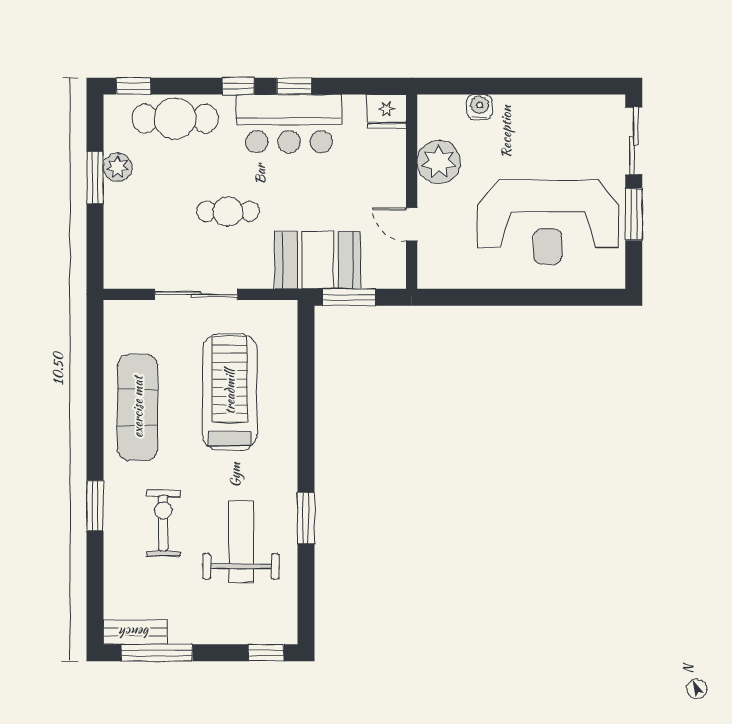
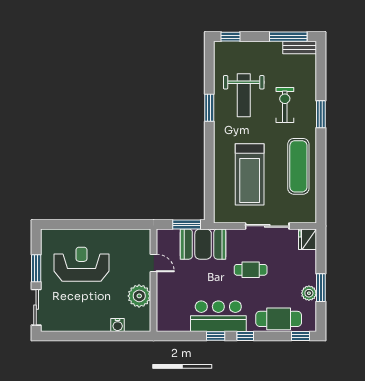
fridge: (387, 111) -> (308, 239), moved, turned -90
reception desk: (548, 222) -> (82, 264), width x0.74, depth x0.77
exercise bike: (163, 523) -> (285, 105), turned 180

